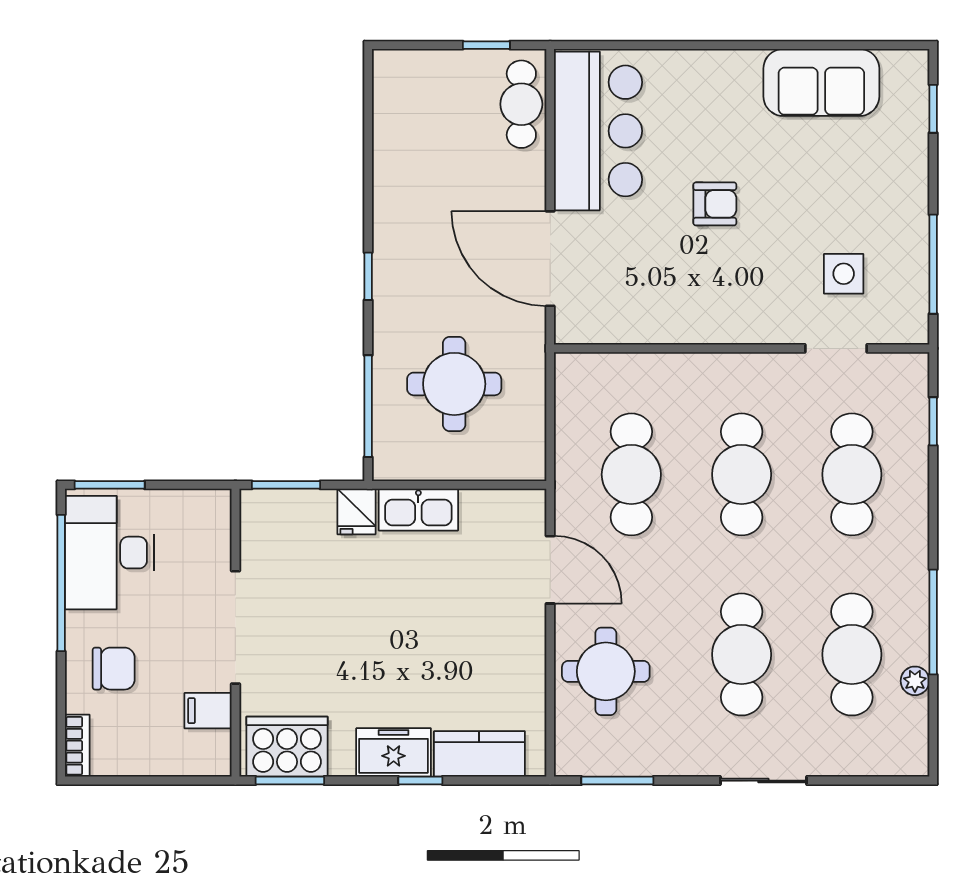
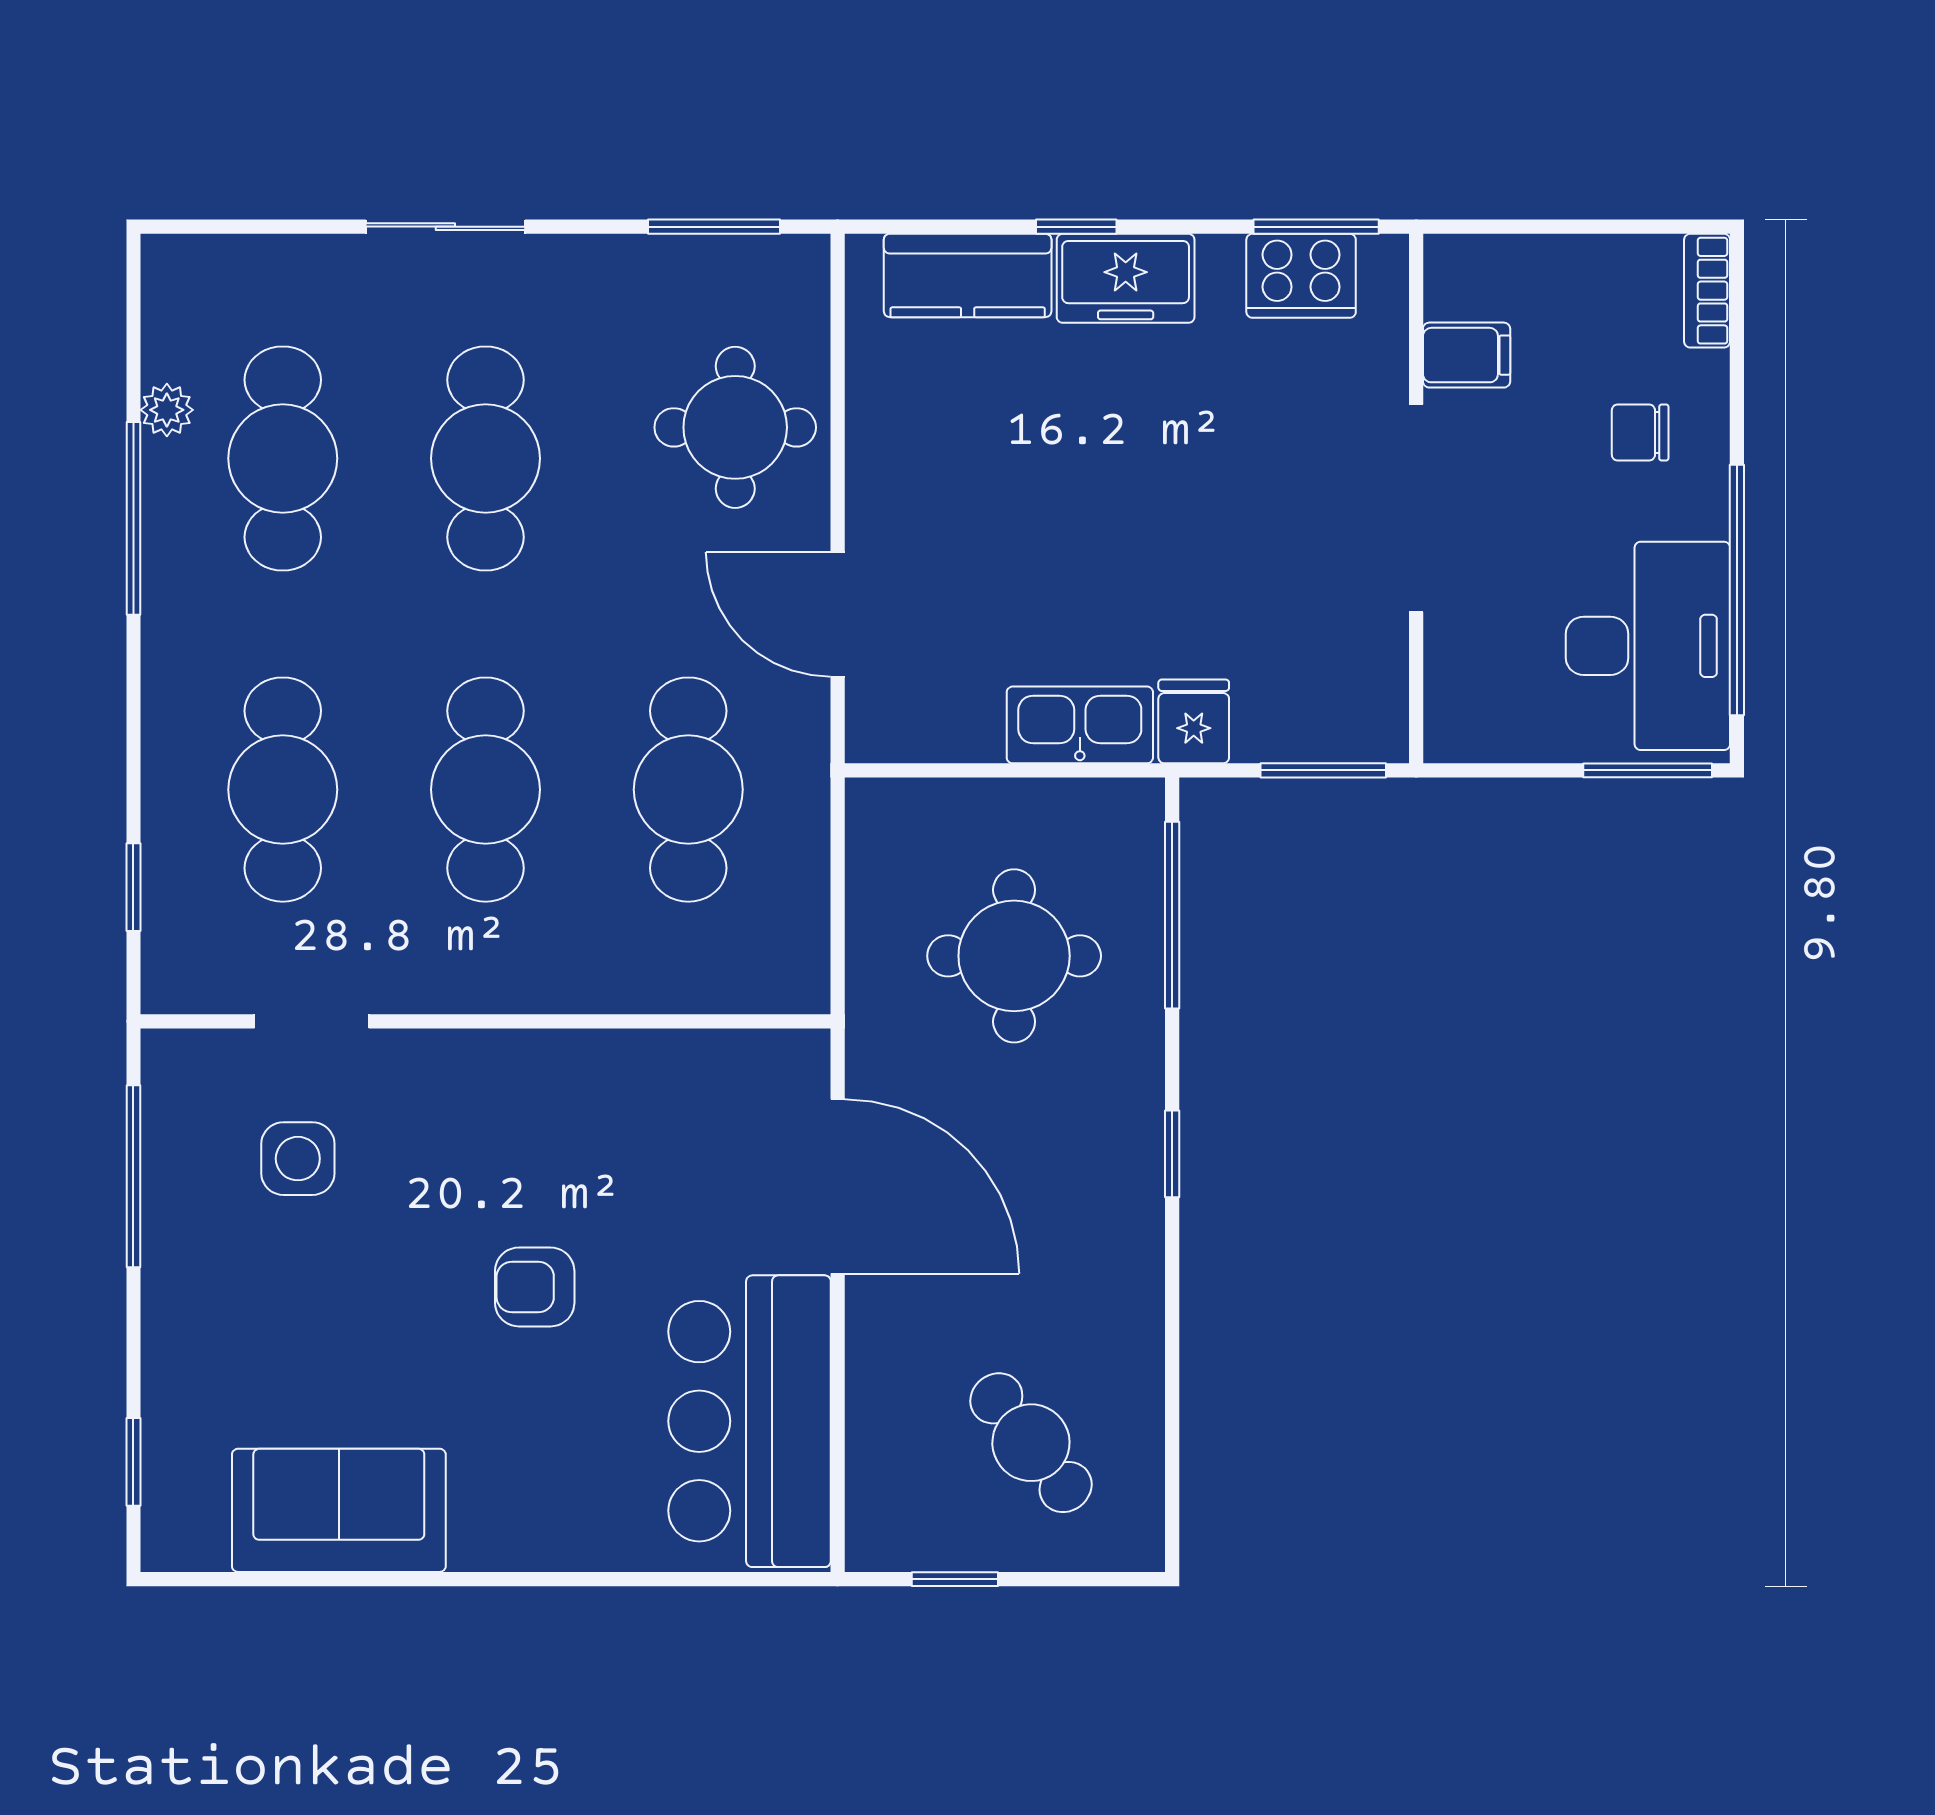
cafe table: (521, 104) -> (1031, 1443), moved, turned -38
chair: (114, 669) -> (1640, 433), width x0.73, depth x0.73
cooker: (287, 747) -> (1301, 276), width x0.73, depth x0.76

